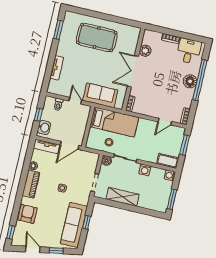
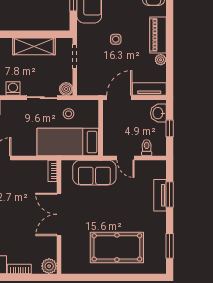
plant: (145, 51) -> (49, 266), moved
window: (50, 67) -> (170, 194), added
double door: (133, 71) -> (59, 214), swing flipped

